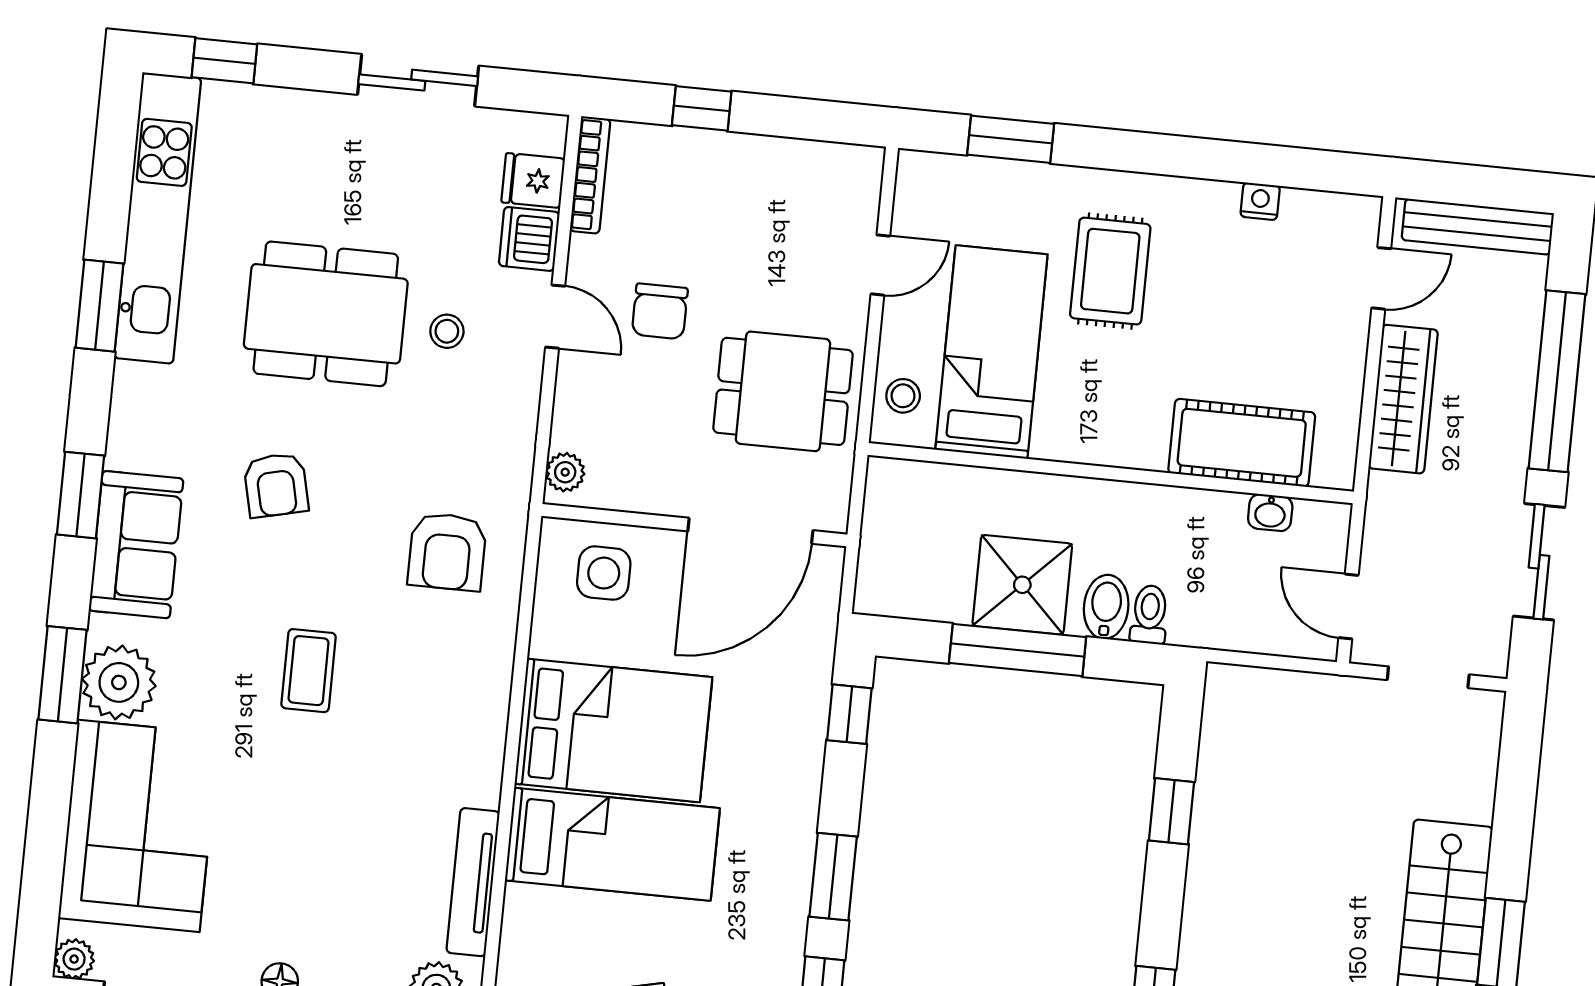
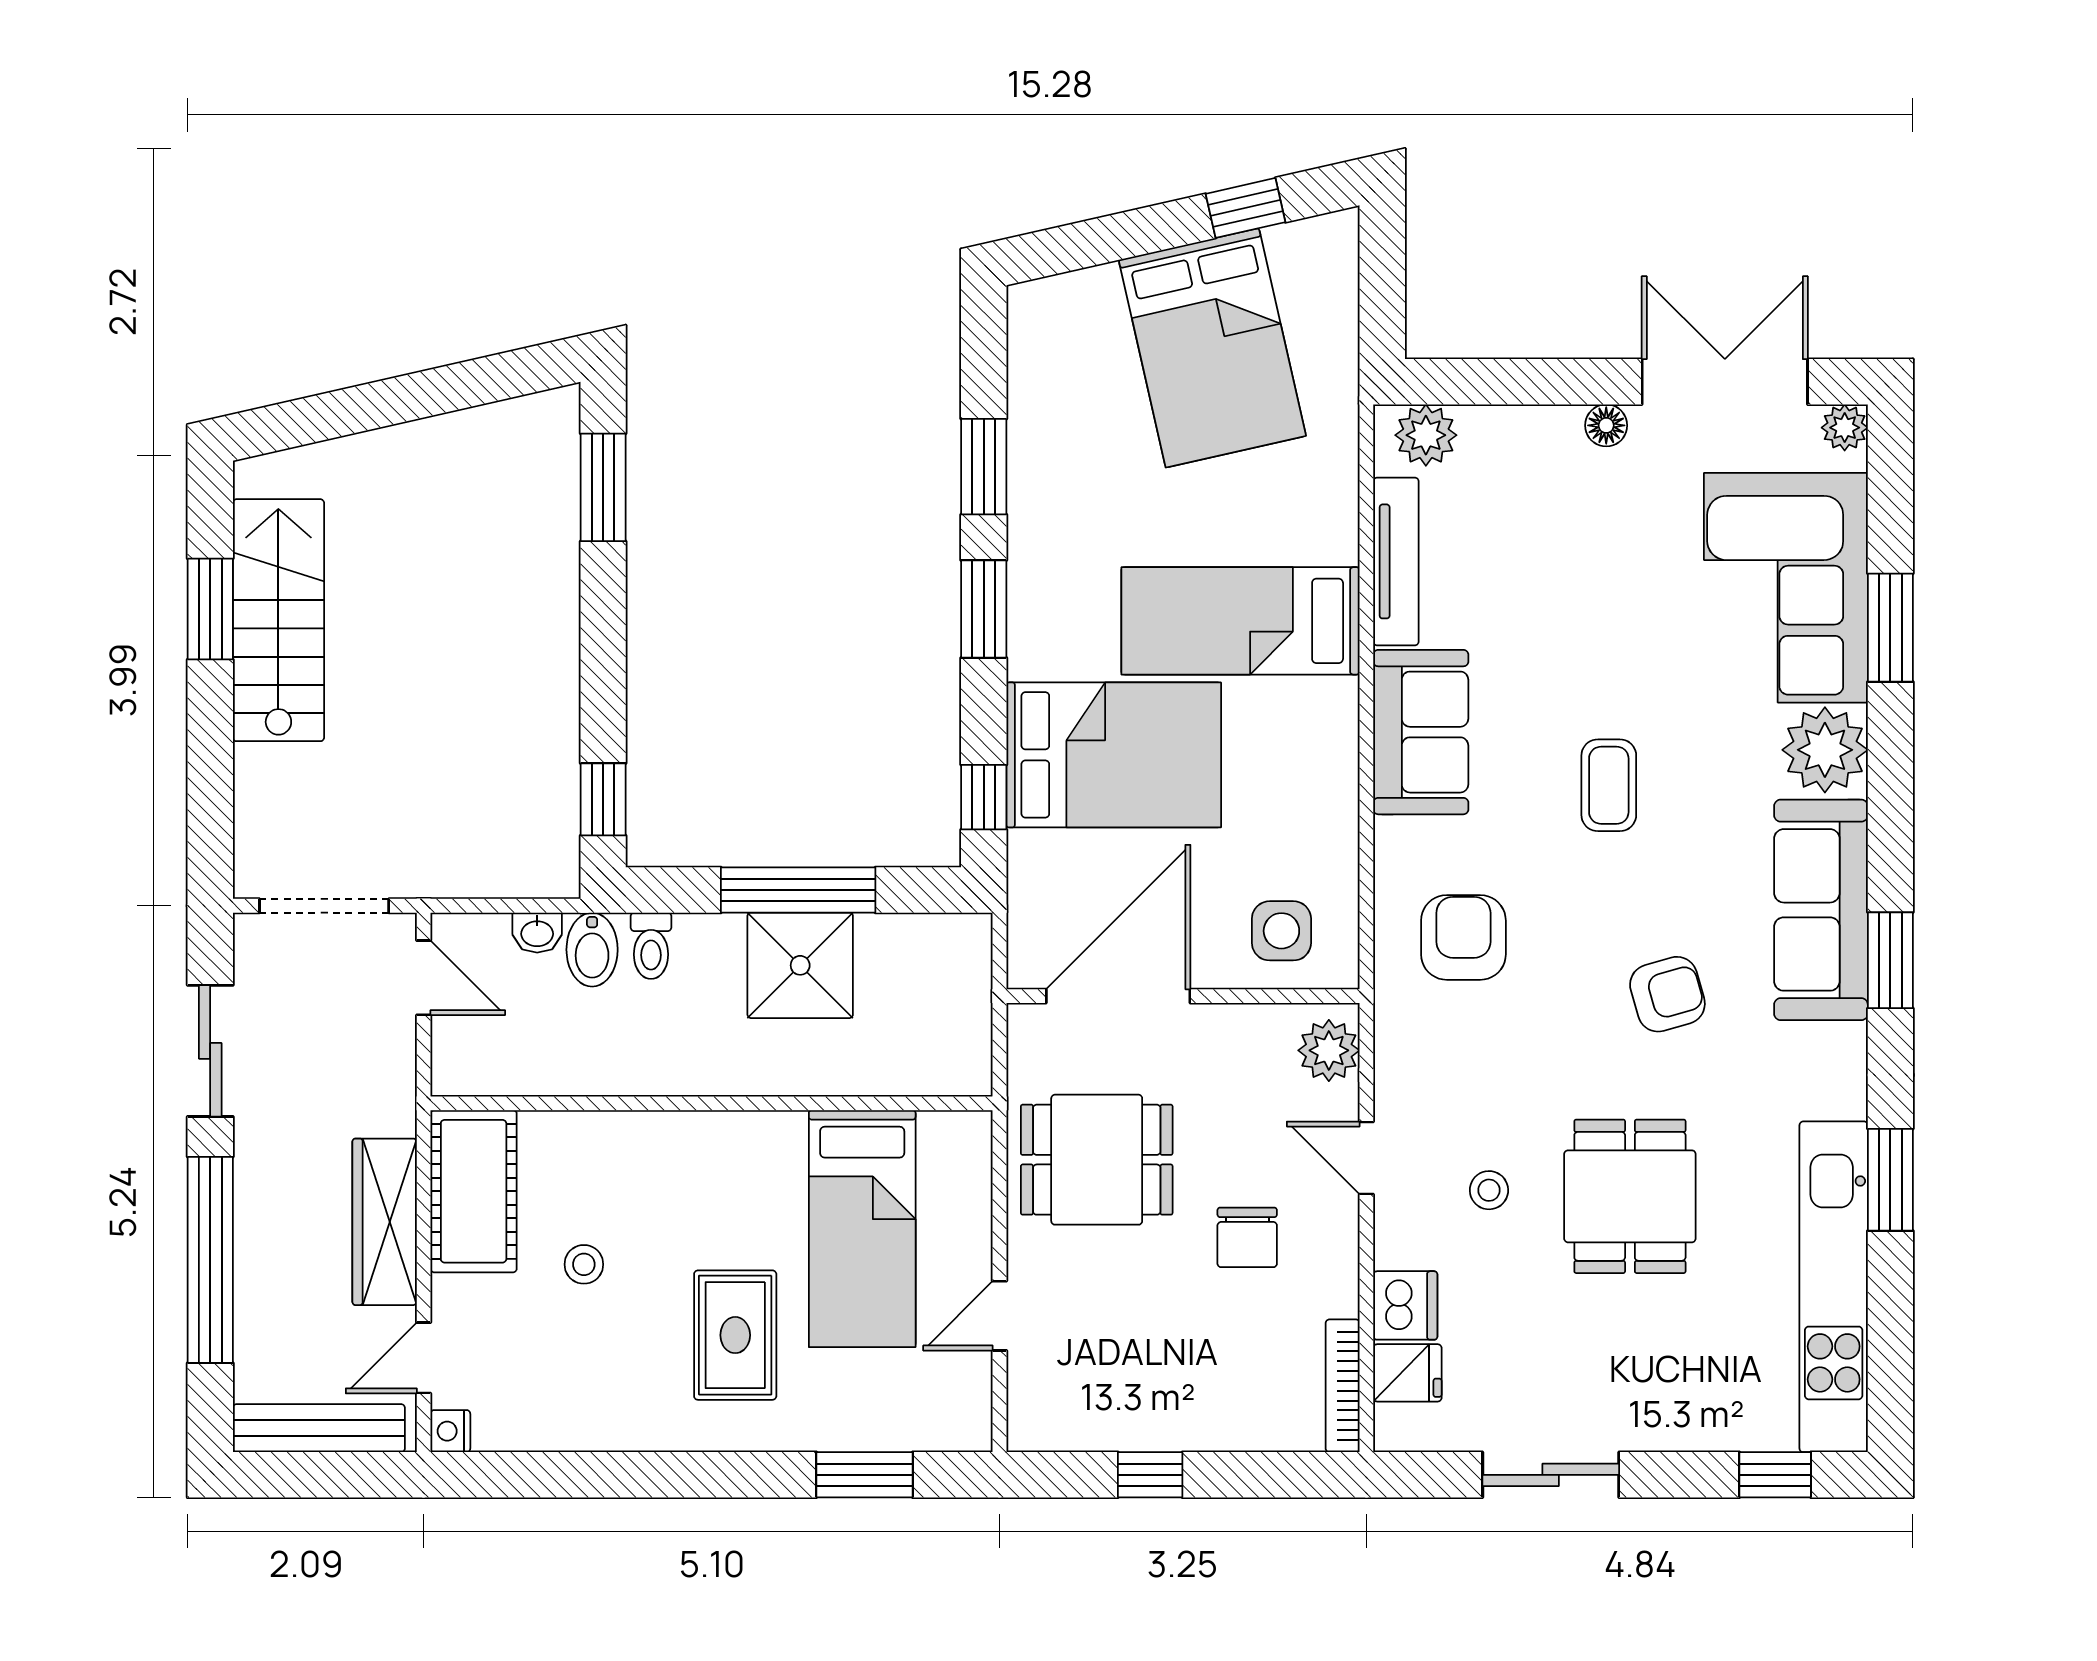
window: (702, 108) -> (1150, 1475), moved
nightstand: (1260, 201) -> (450, 1431), moved, turned 90
chair: (660, 311) -> (1247, 1237), turned 180
dining table: (326, 314) -> (1630, 1196), width x0.73
door: (555, 317) -> (1366, 1158), moved
stool: (903, 396) -> (584, 1264), moved
cot: (1242, 443) -> (474, 1191), moved, turned 90
plant: (565, 472) -> (1329, 1050), width x1.38, depth x1.38
armchair: (276, 485) -> (1667, 994), turned 87
washbasin: (1270, 513) -> (537, 933), moved, turned 180
sofa: (136, 545) -> (1821, 910), width x1.36
bidet: (1106, 607) -> (592, 950), moved
window: (63, 675) -> (1890, 628), moved
doorway: (1428, 677) -> (324, 906), width x1.38
bed: (613, 730) -> (1114, 755), moved, turned 180
sofa: (466, 733) -> (1421, 732), added
window: (1171, 811) -> (603, 799), moved

